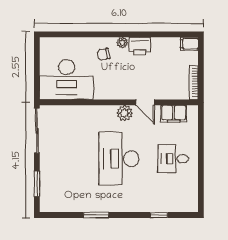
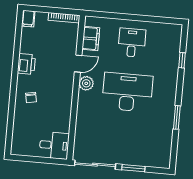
plant: (122, 43) -> (22, 80), removed
desk: (66, 80) -> (54, 145), width x0.53, depth x0.77
desk: (119, 159) -> (127, 92), turned 180
desk: (173, 159) -> (132, 43), turned 180
window: (37, 184) -> (133, 168), moved

